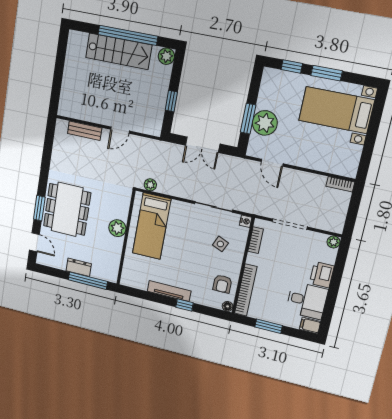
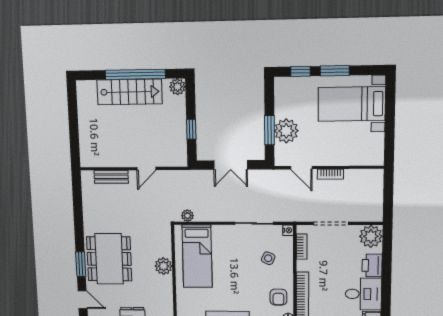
bookcase: (340, 184) -> (330, 174), moved
plant: (334, 242) -> (371, 236), width x1.88, depth x1.88

